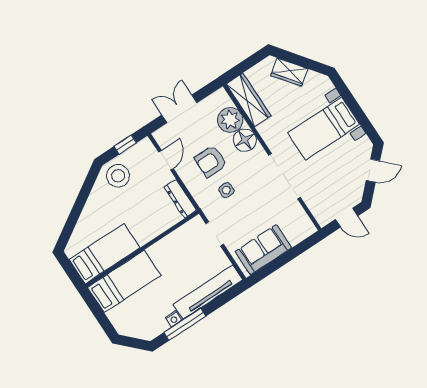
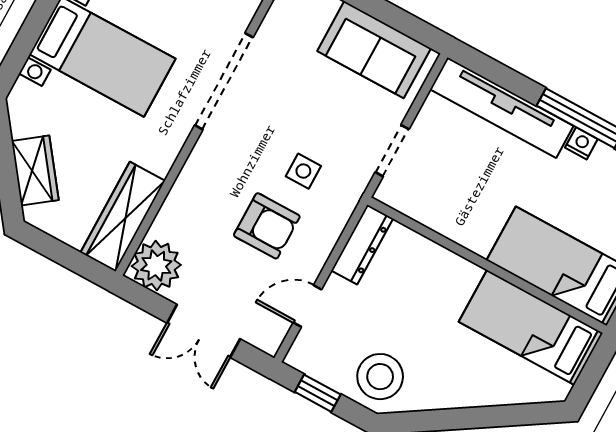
plant: (230, 120) -> (156, 266), moved
floor lamp: (245, 140) -> (197, 185), removed

